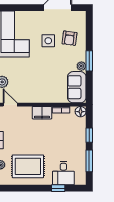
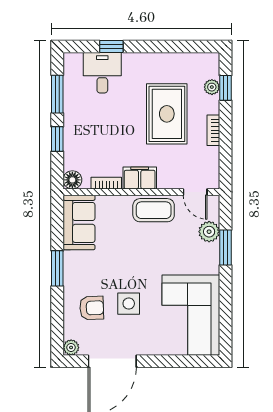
armchair: (69, 38) -> (92, 308), turned 81
plant: (81, 66) -> (71, 347), moved
coffee table: (34, 94) -> (154, 210), added
rug: (28, 166) -> (167, 114), moved, turned 90

